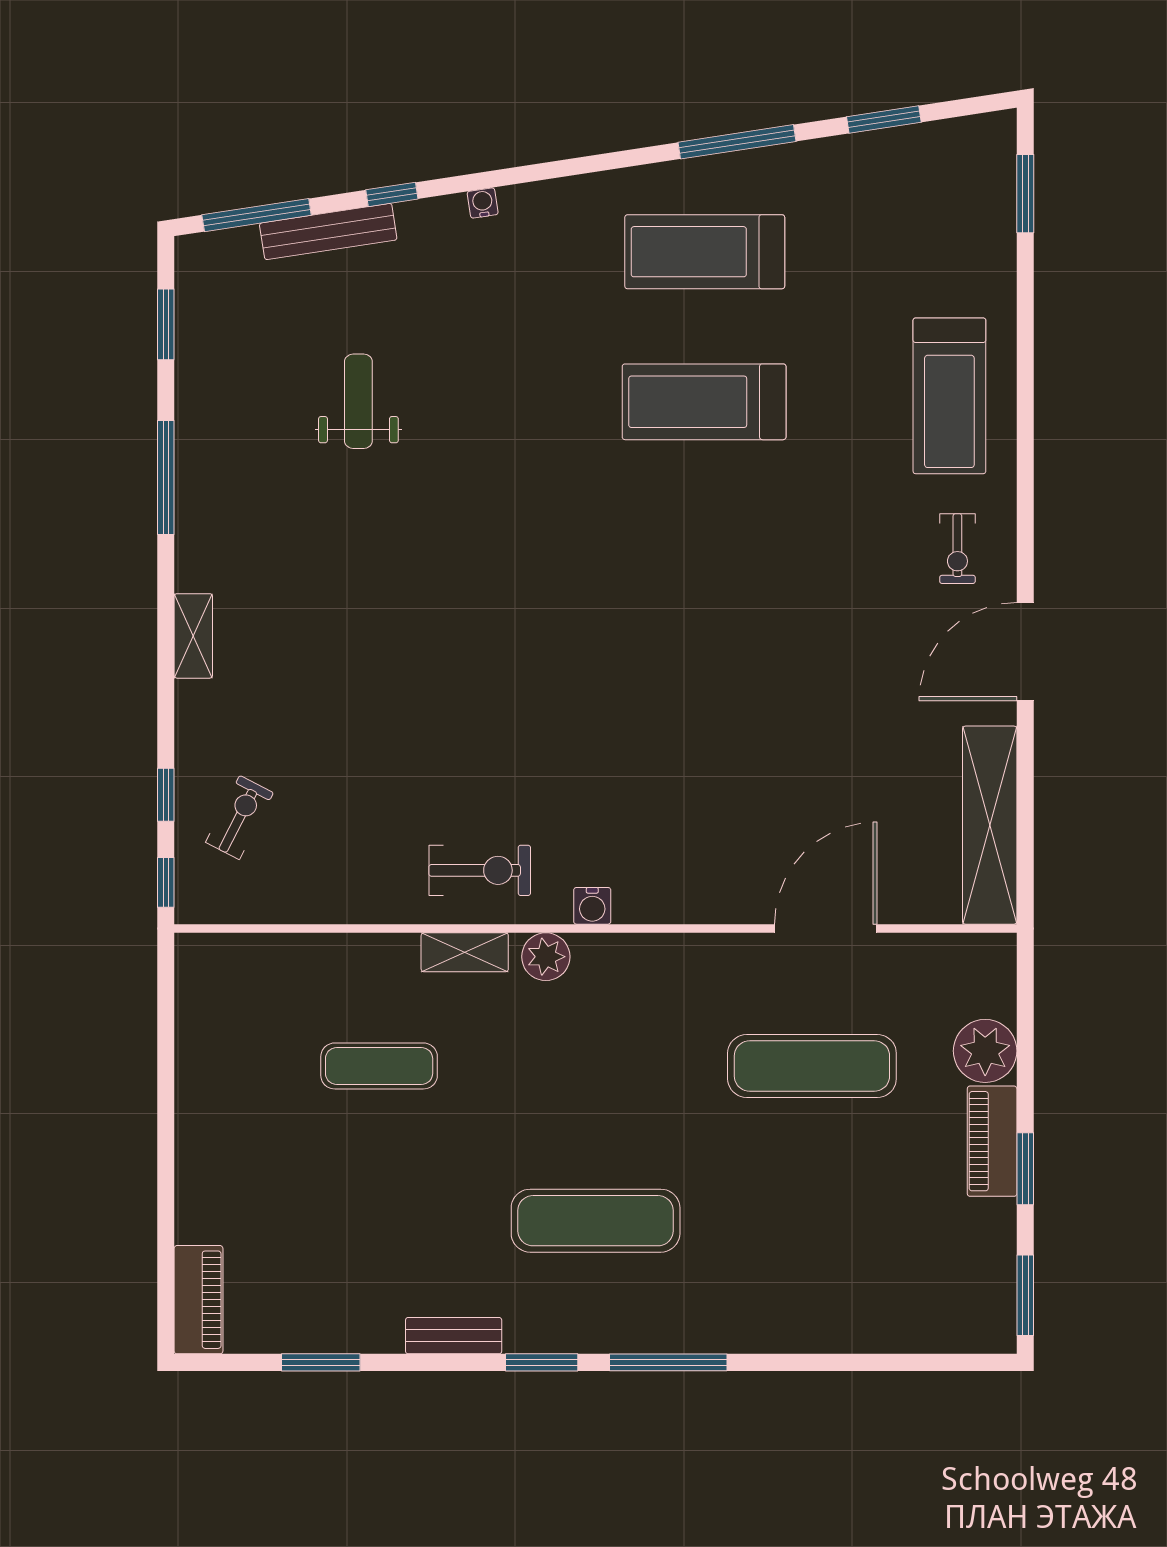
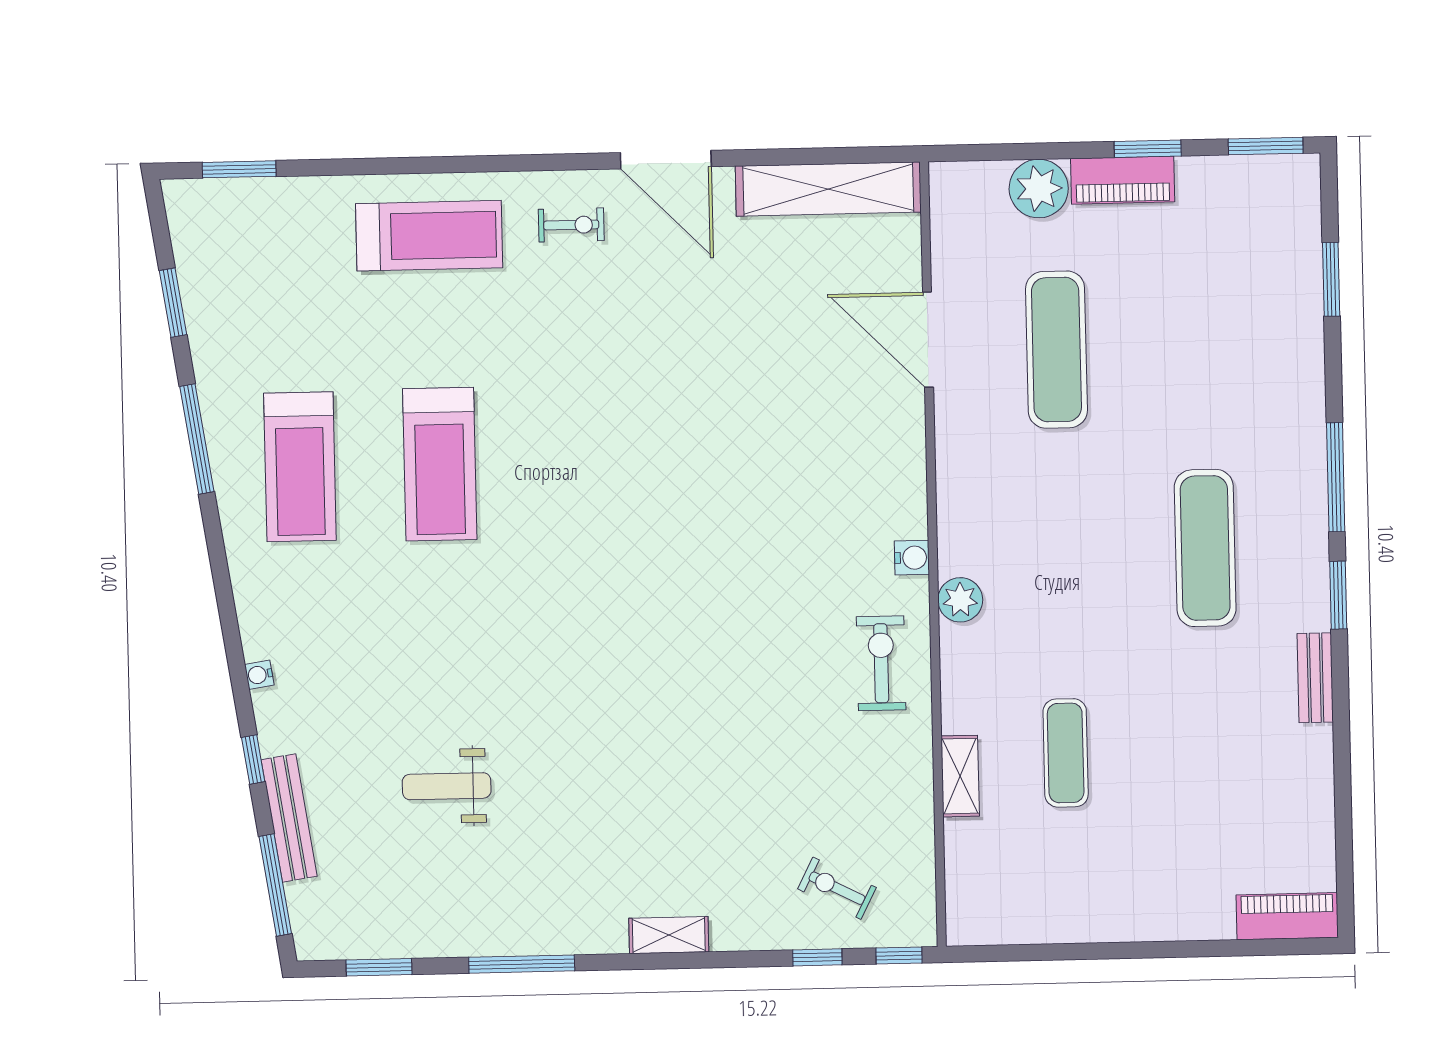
shelving: (465, 952) -> (960, 776), moved
window: (321, 1362) -> (1331, 279), moved

